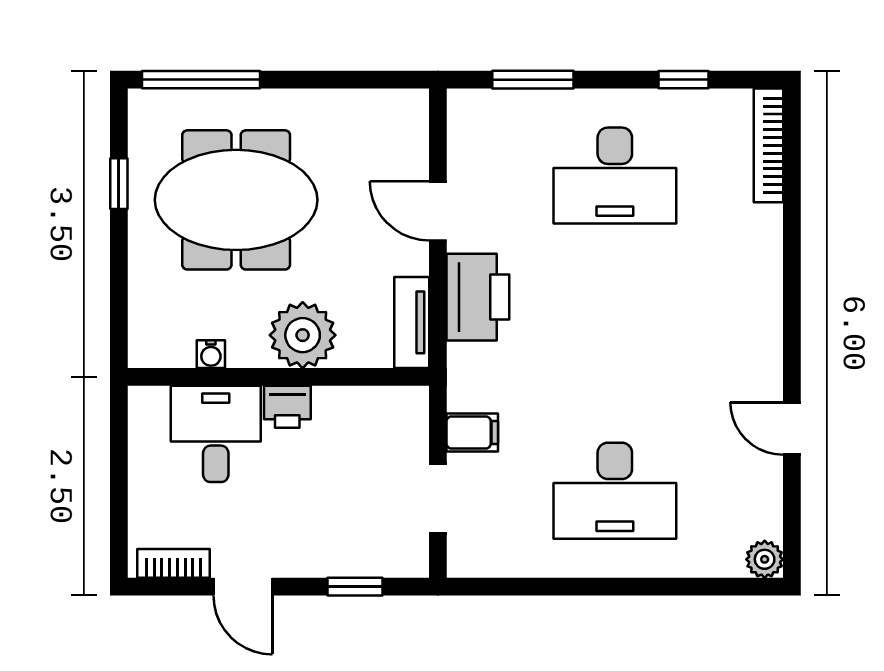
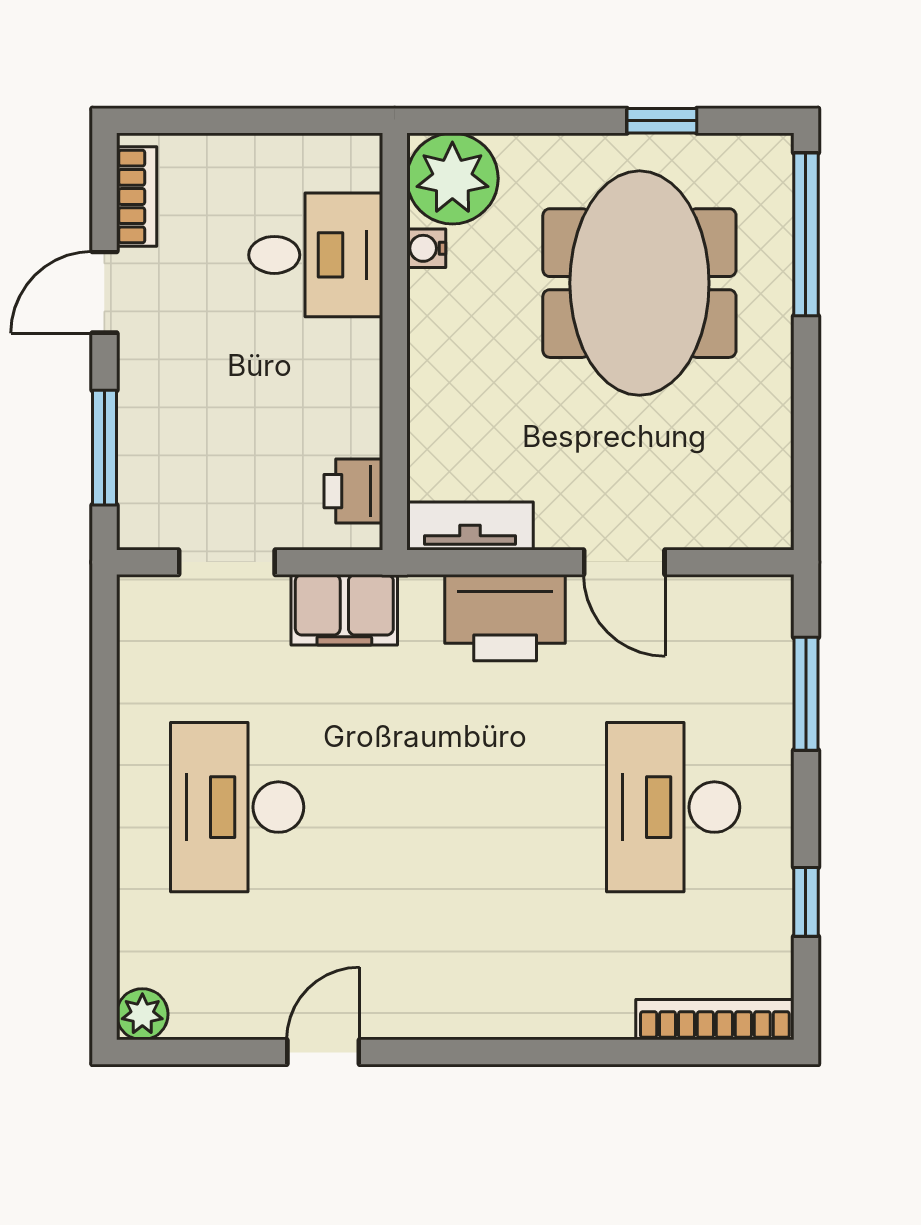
door: (438, 211) -> (624, 562), swing flipped
plant: (303, 335) -> (452, 178), moved
printer: (287, 407) -> (353, 491), moved
filing cabinet: (472, 432) -> (344, 610), width x2.00
window: (355, 587) -> (104, 448), width x1.50

